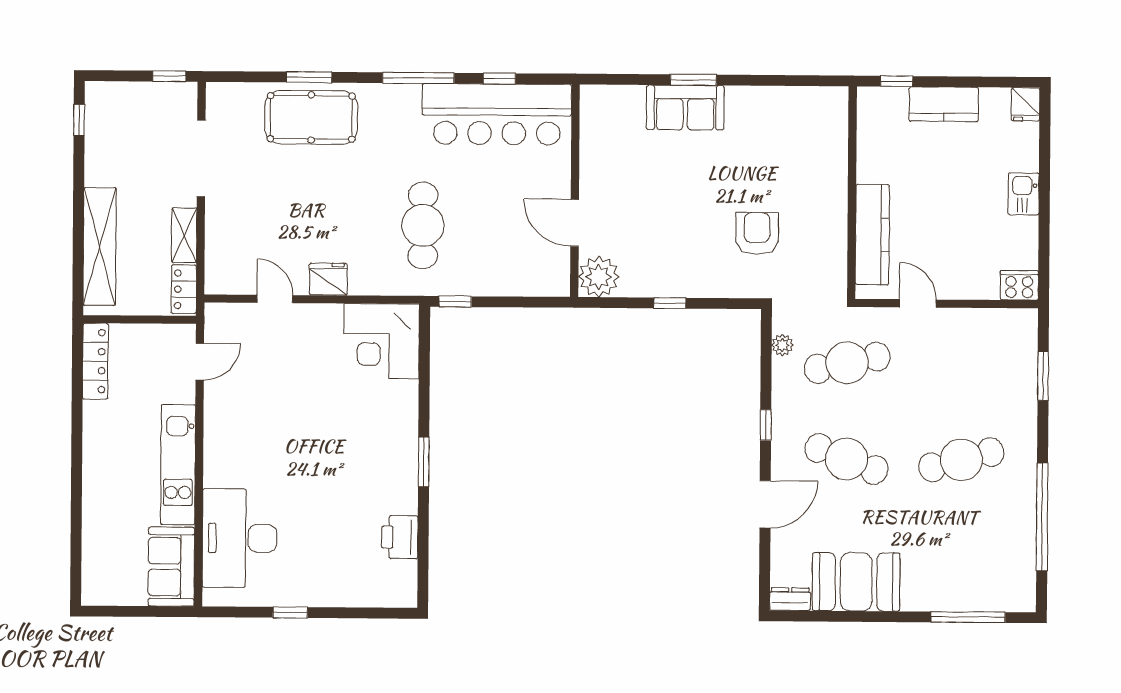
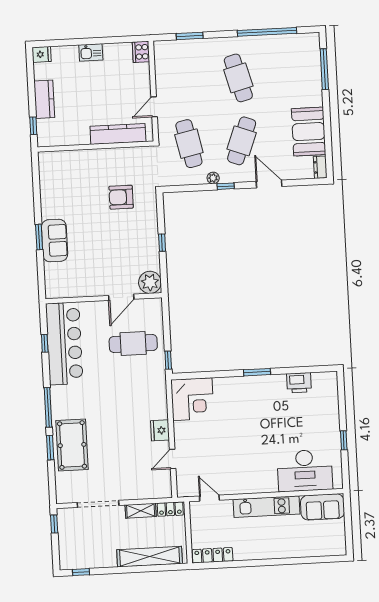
window: (418, 78) -> (48, 407), moved
cafe table: (423, 225) -> (133, 344), moved
plant: (782, 345) -> (213, 178), moved

